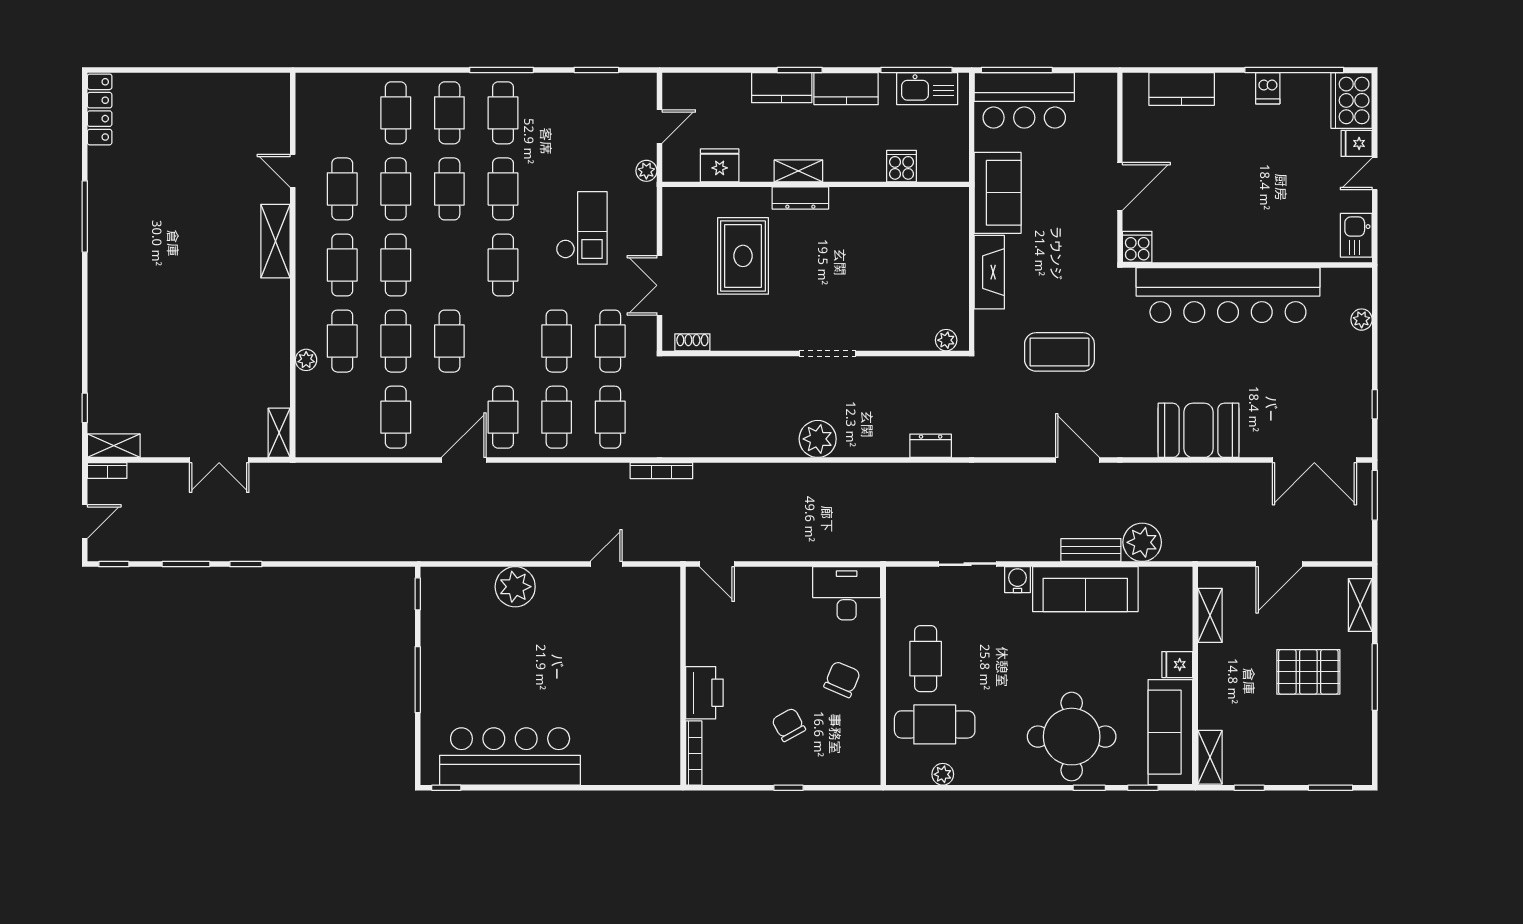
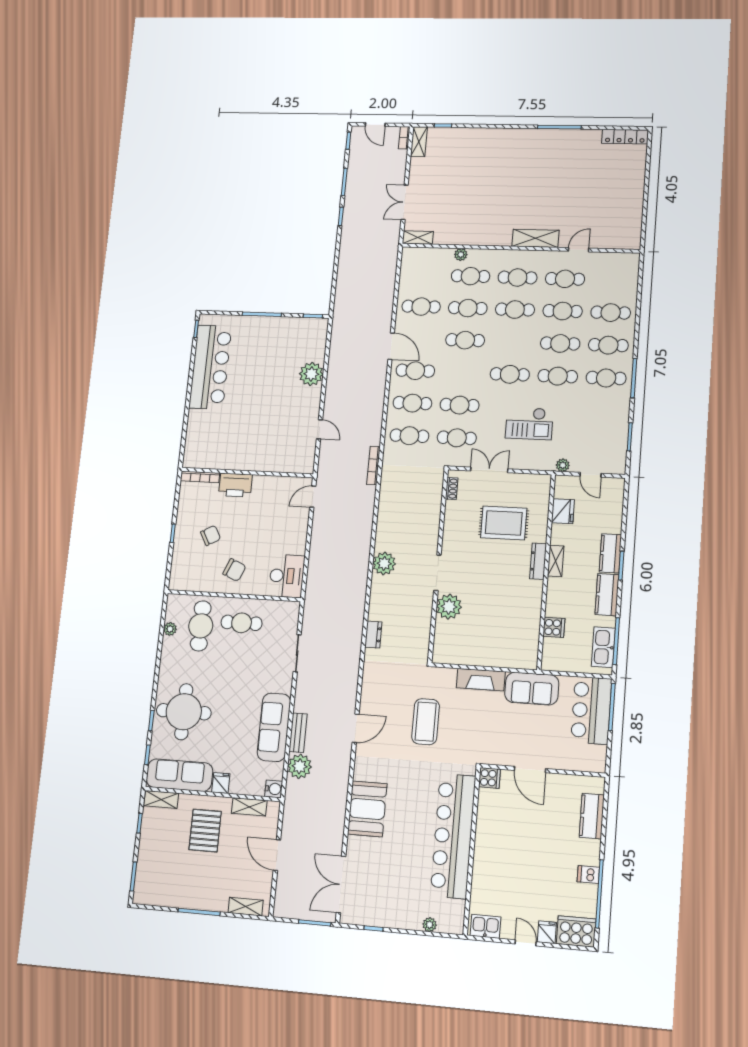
plant: (946, 340) -> (449, 607), moved, width x1.88, depth x1.88
water cooler: (1017, 580) -> (274, 789), moved
pallet: (1308, 672) -> (205, 831), moved

